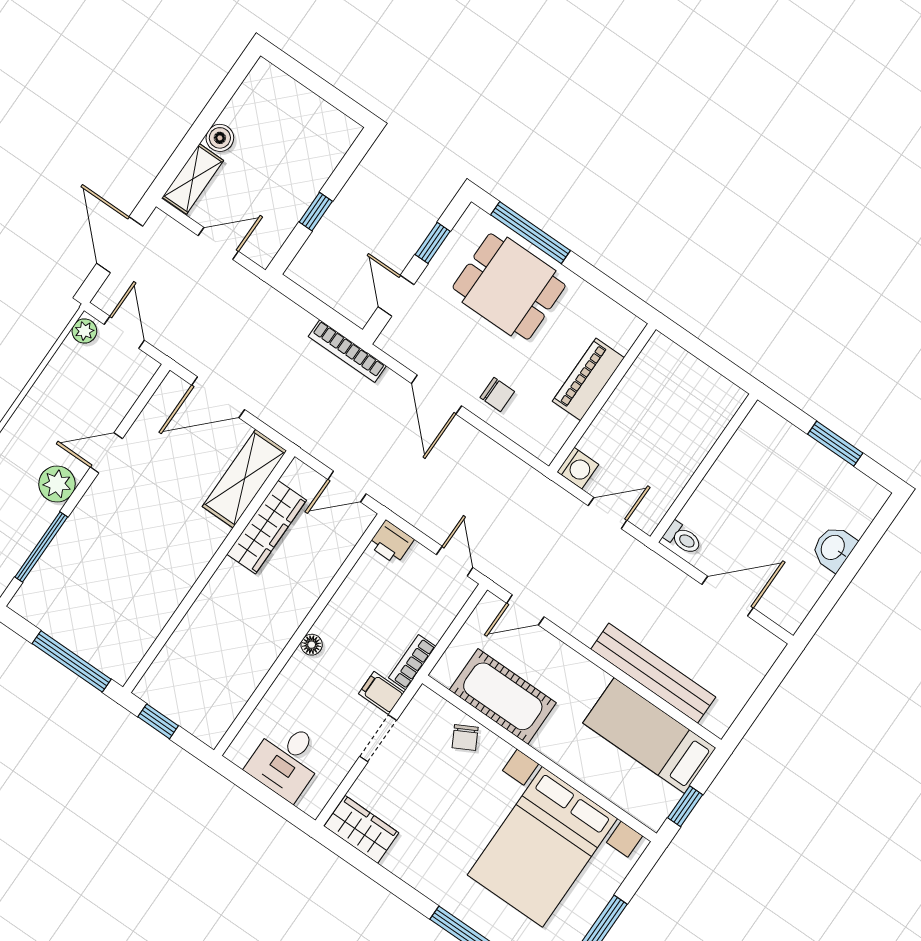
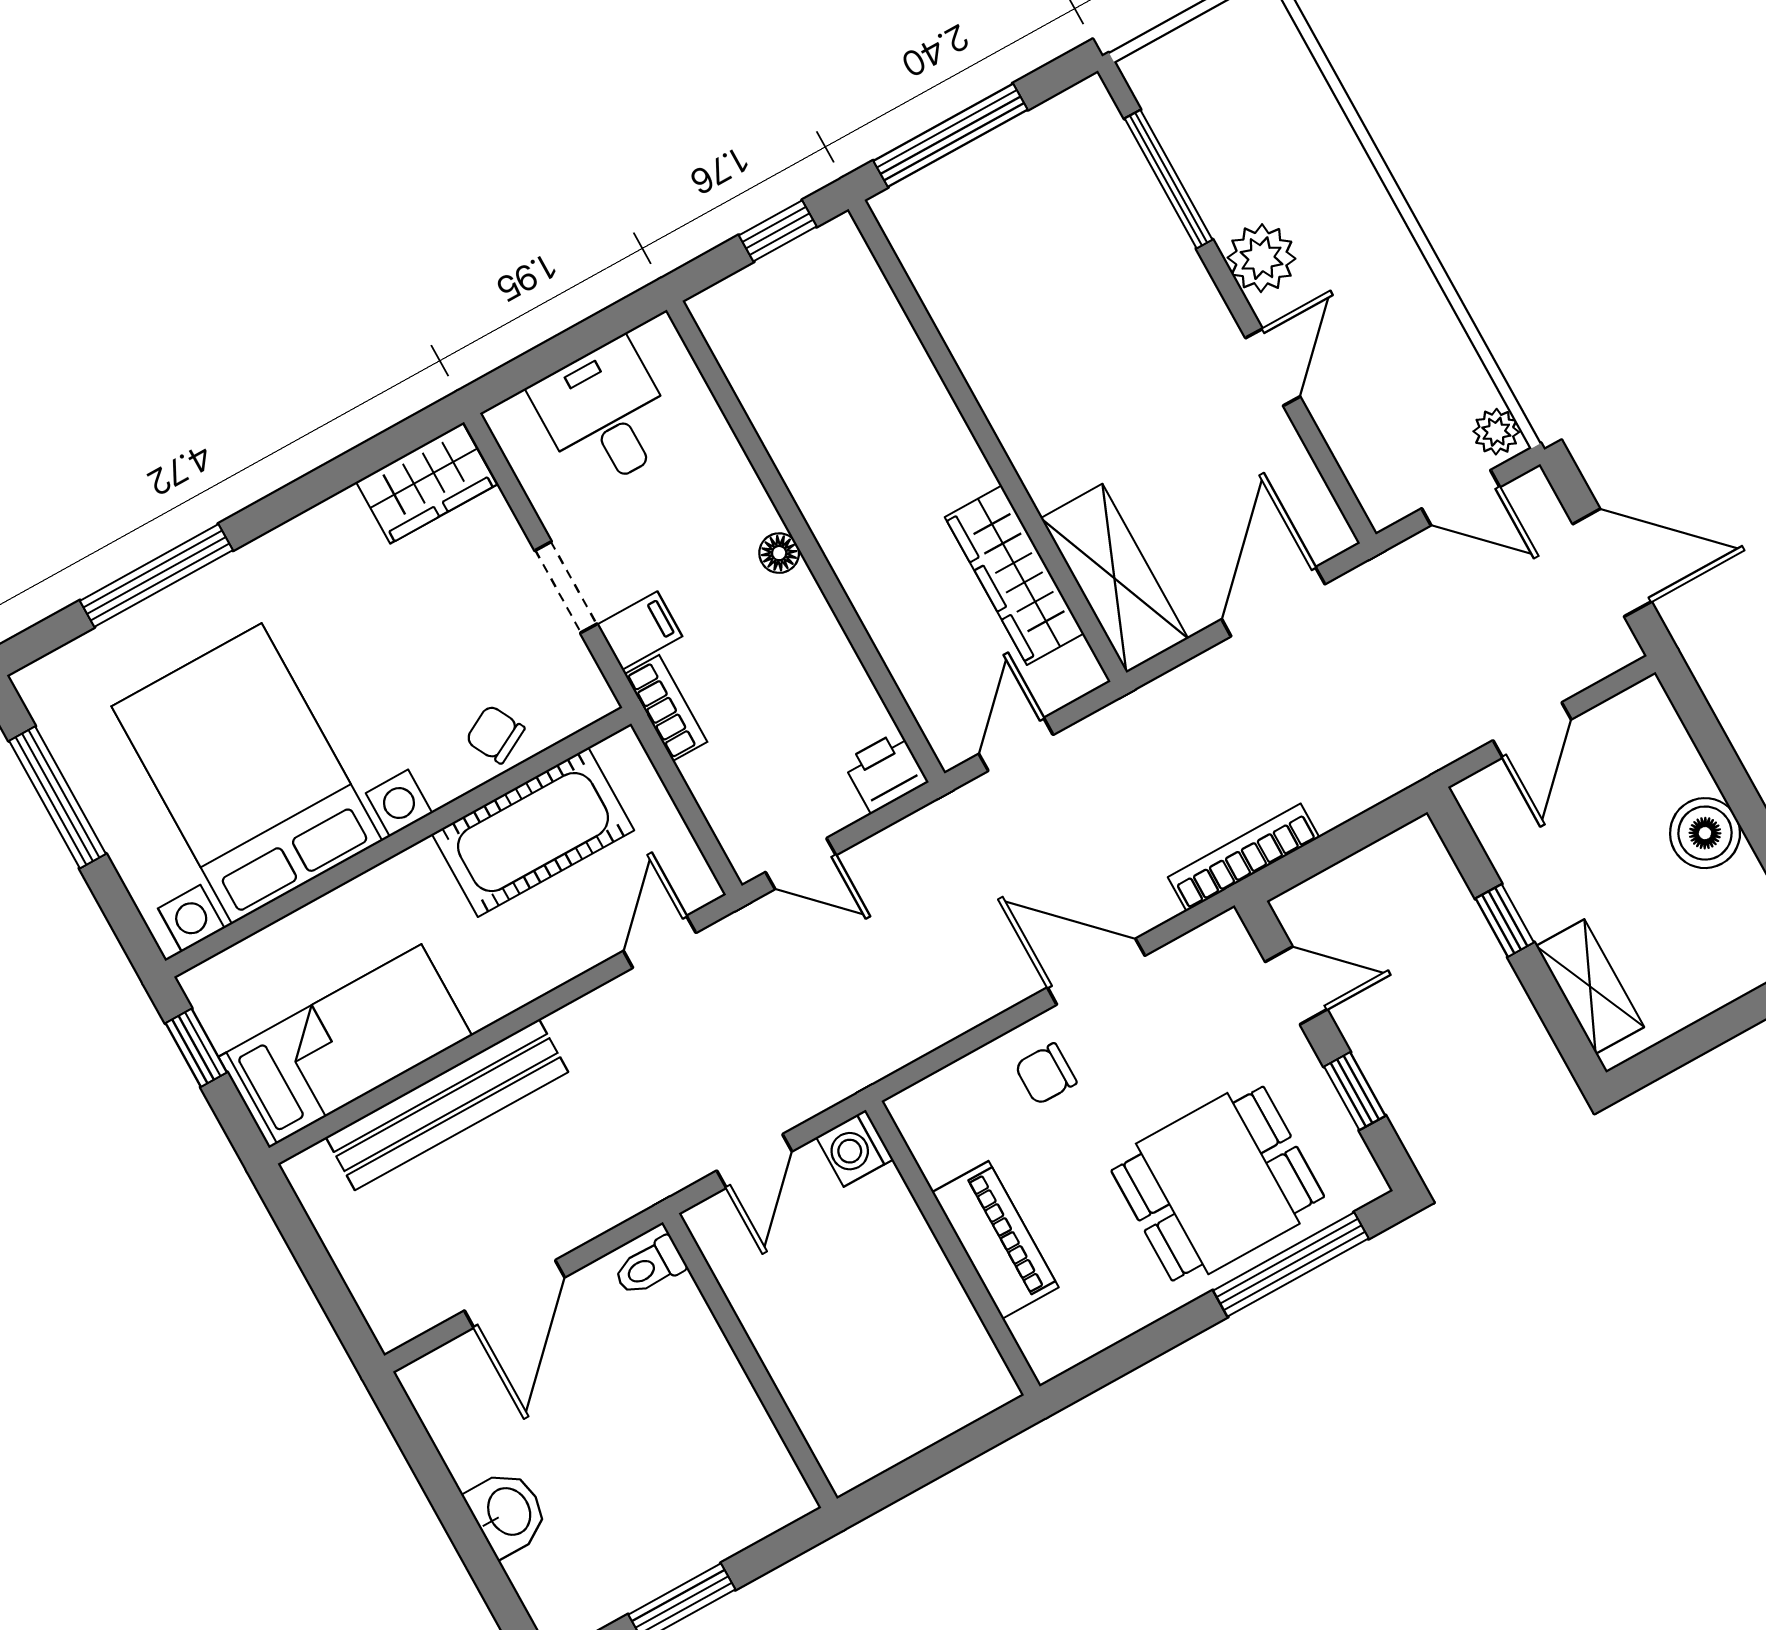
boiler: (220, 138) -> (1705, 833), width x1.36, depth x1.36
shelving: (193, 179) -> (1590, 986), moved

